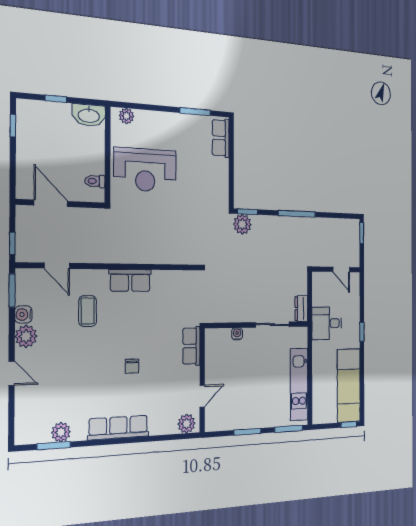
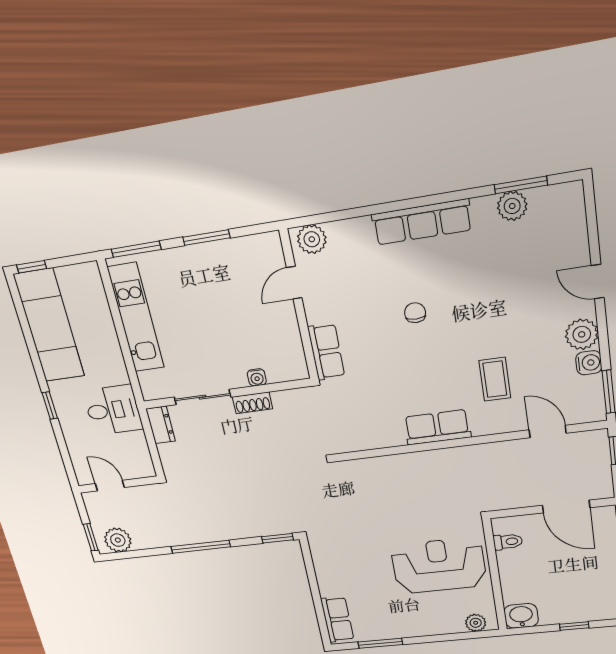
washbasin: (89, 115) -> (521, 616), width x0.72
plant: (242, 224) -> (118, 540), moved
shoe rack: (243, 316) -> (252, 403), added

